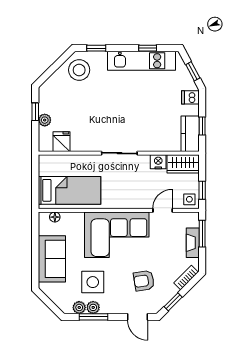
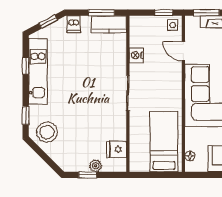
window: (202, 126) -> (101, 13), width x1.50
wardrobe: (183, 164) -> (138, 31), removed

